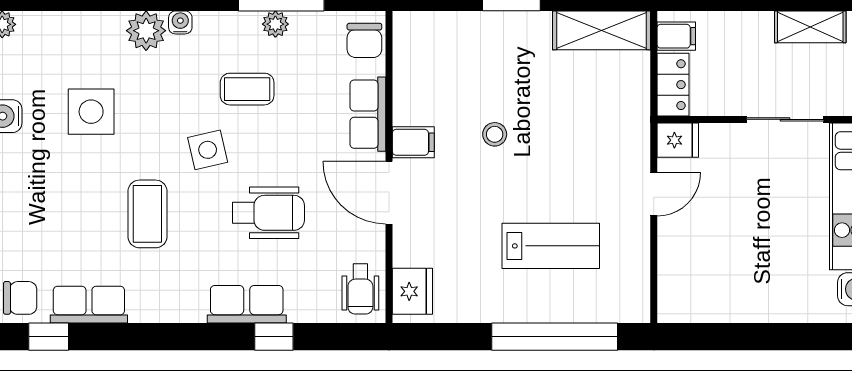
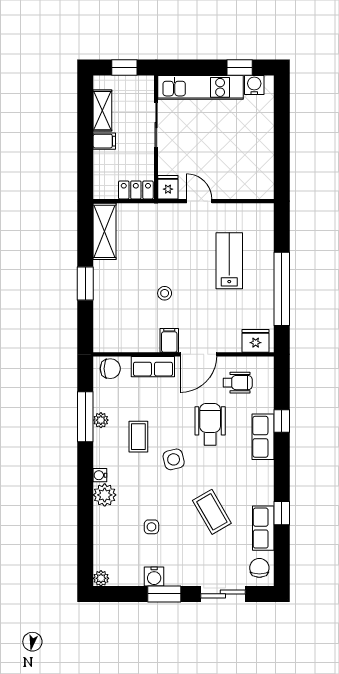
filing cabinet: (676, 36) -> (104, 141), moved, turned 90
side table: (91, 112) -> (151, 527), width x0.54, depth x0.54
coffee table: (147, 214) -> (212, 512), moved, turned 60
wheelchair: (360, 289) -> (238, 383), moved
window: (49, 337) -> (282, 513), moved
window: (555, 337) -> (282, 289), moved

